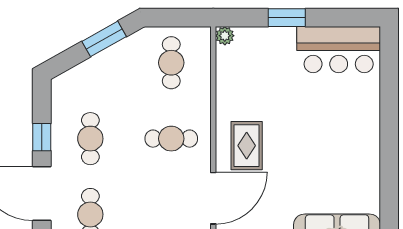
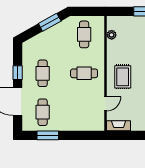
plant: (225, 36) -> (112, 35), moved
door: (213, 198) -> (106, 104), width x0.53

